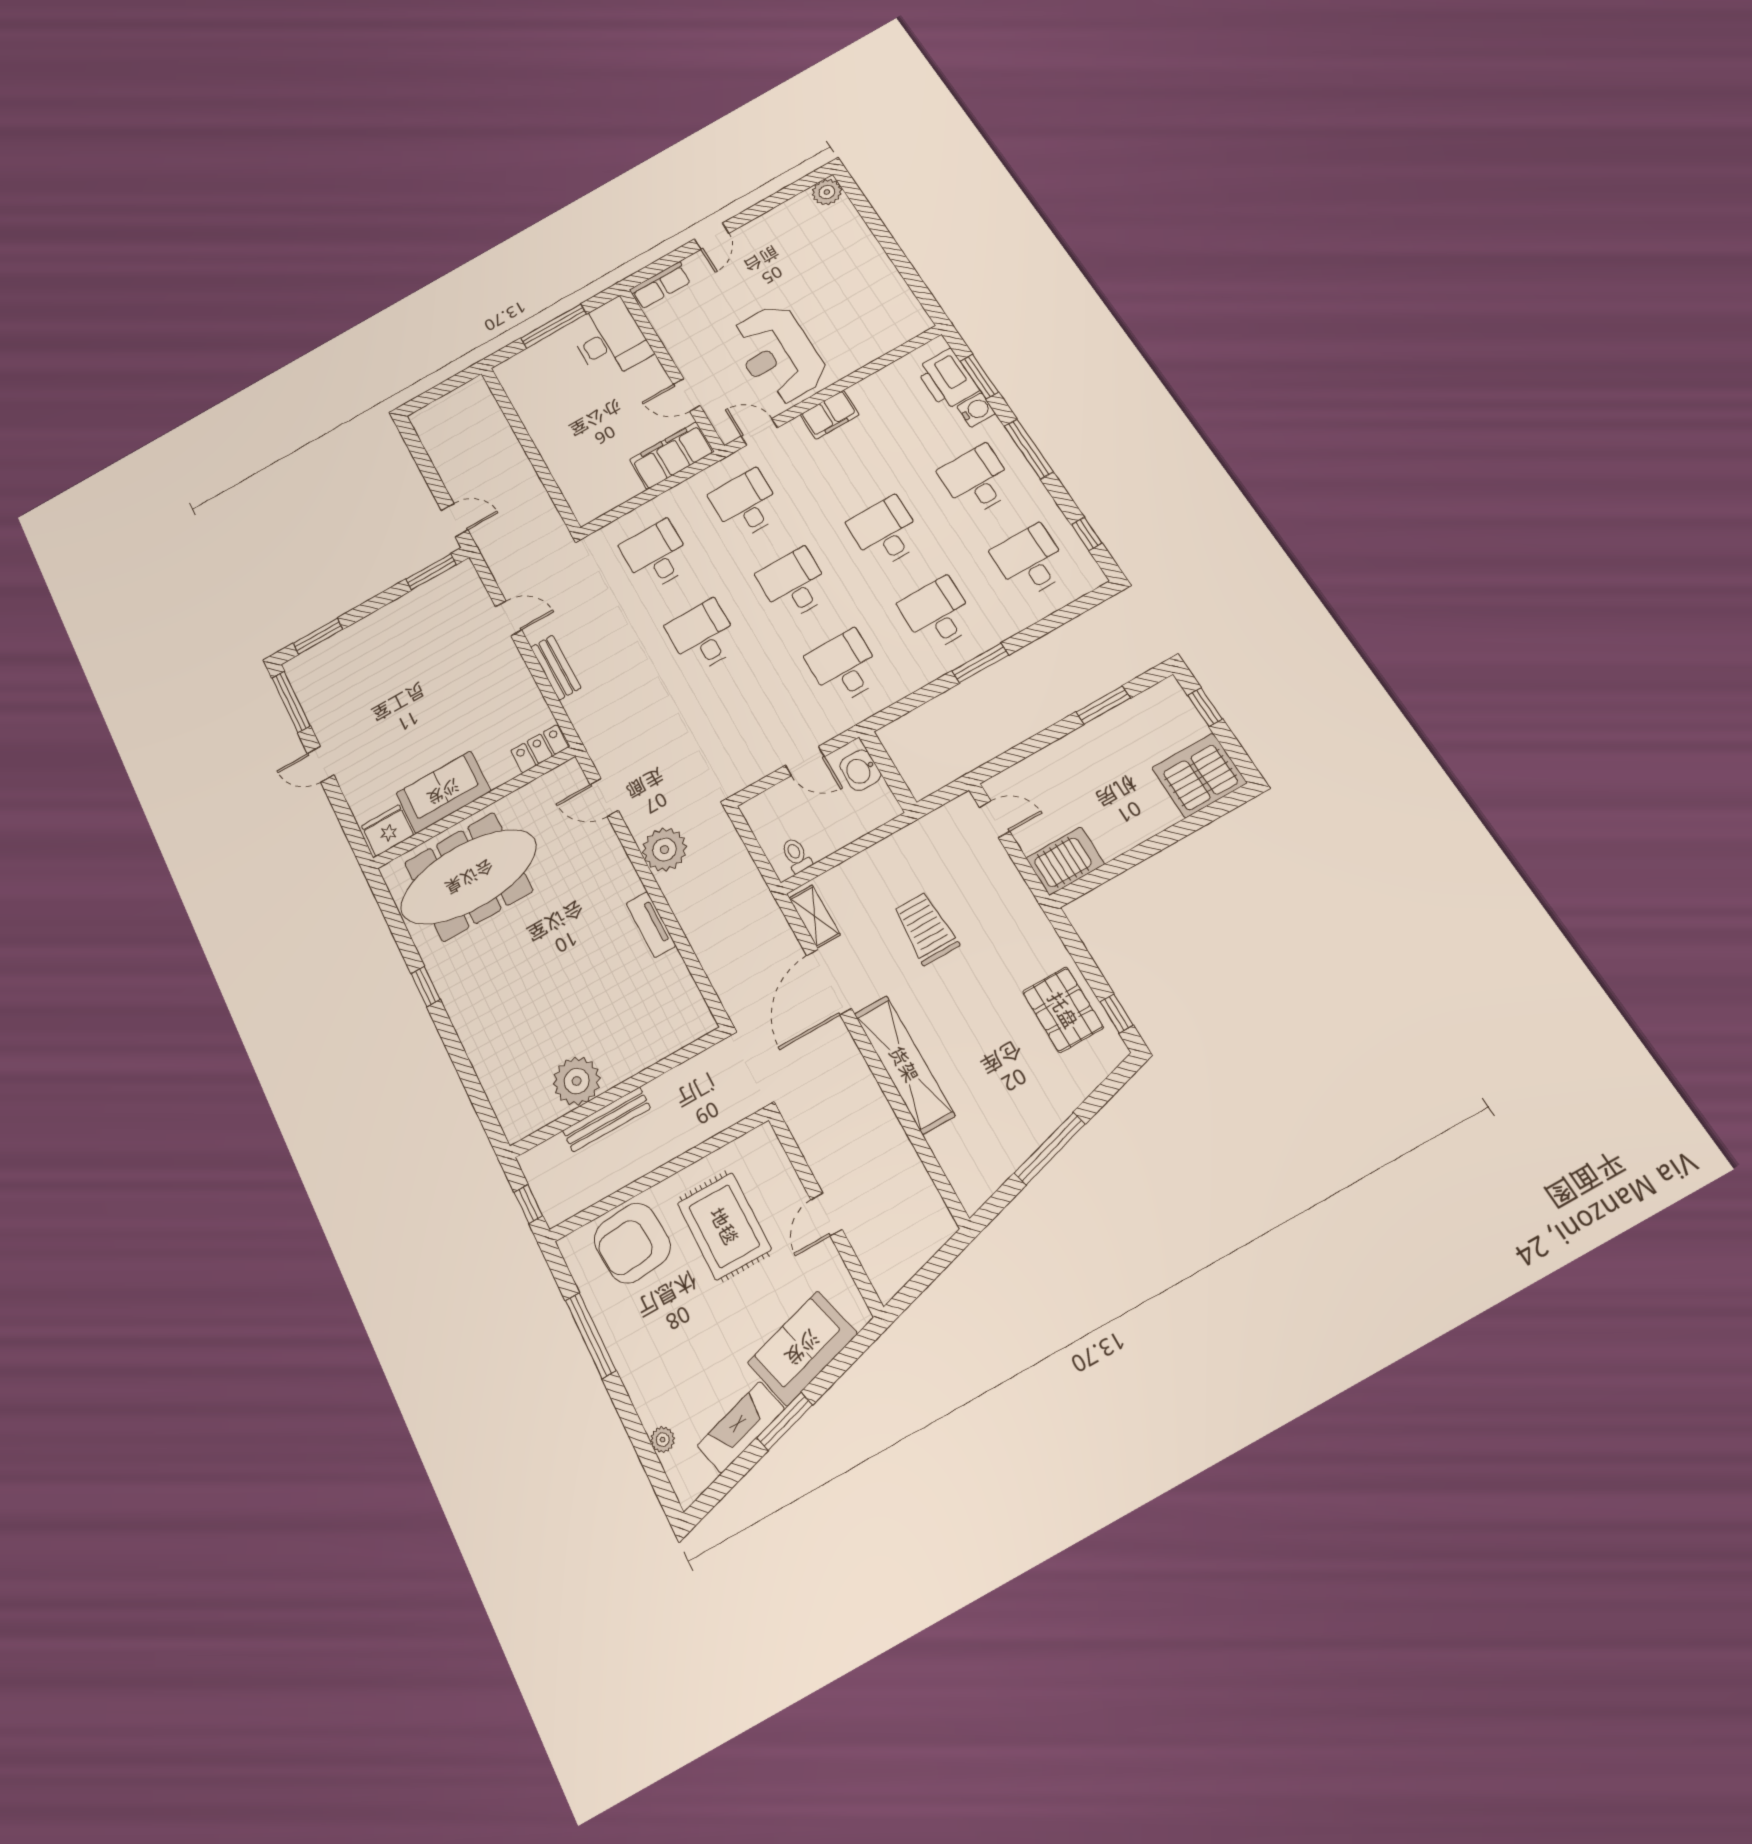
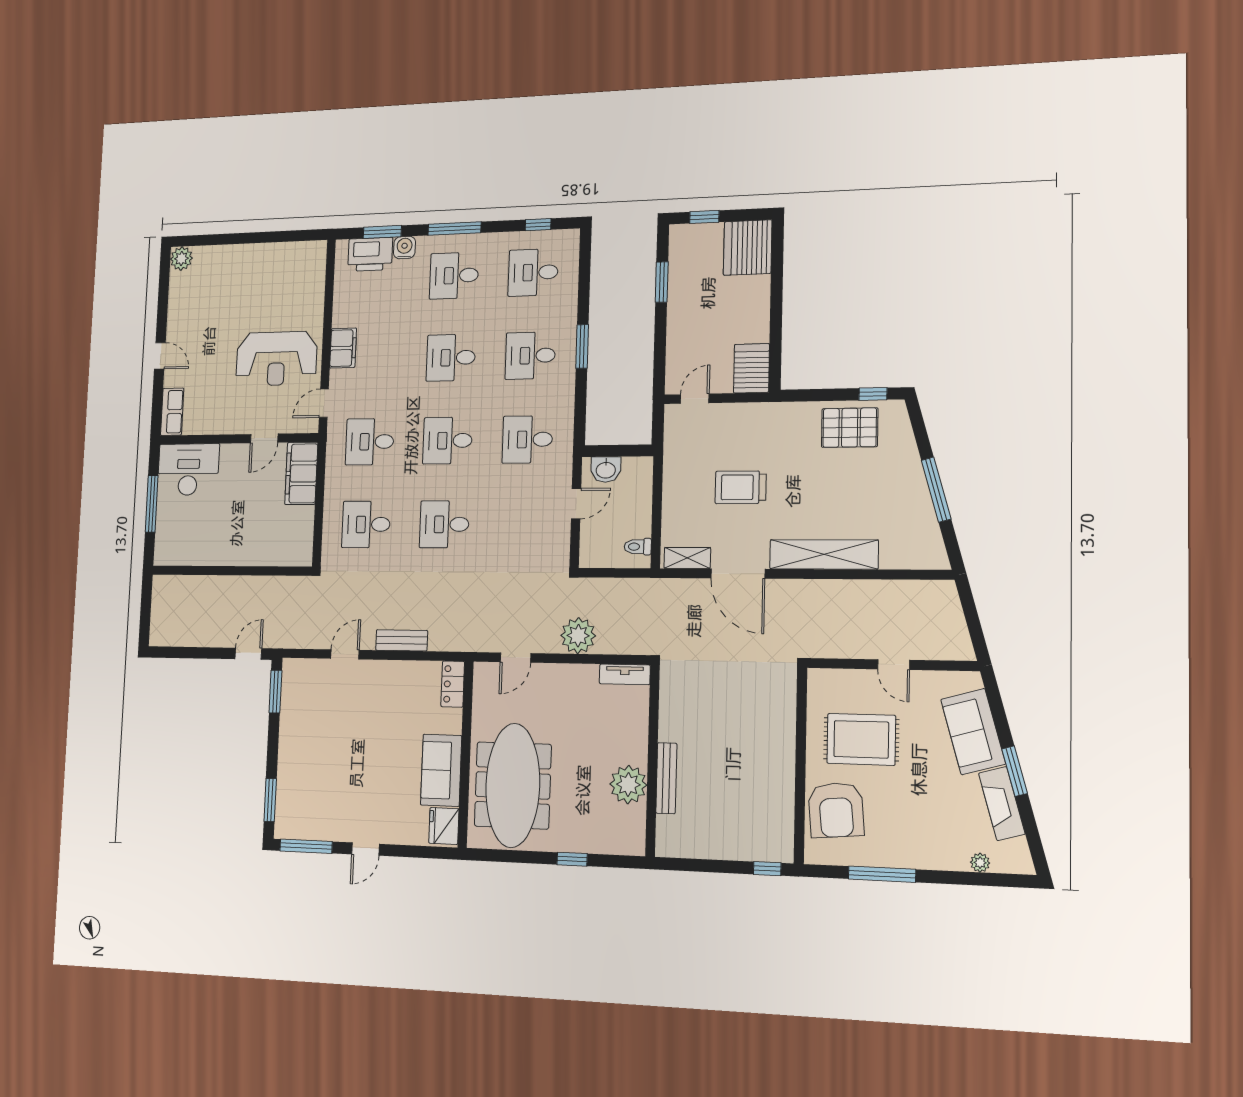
plant: (577, 1081) -> (628, 785), moved
wall: (617, 1092) -> (652, 760), moved
bench: (607, 1119) -> (666, 778), moved

